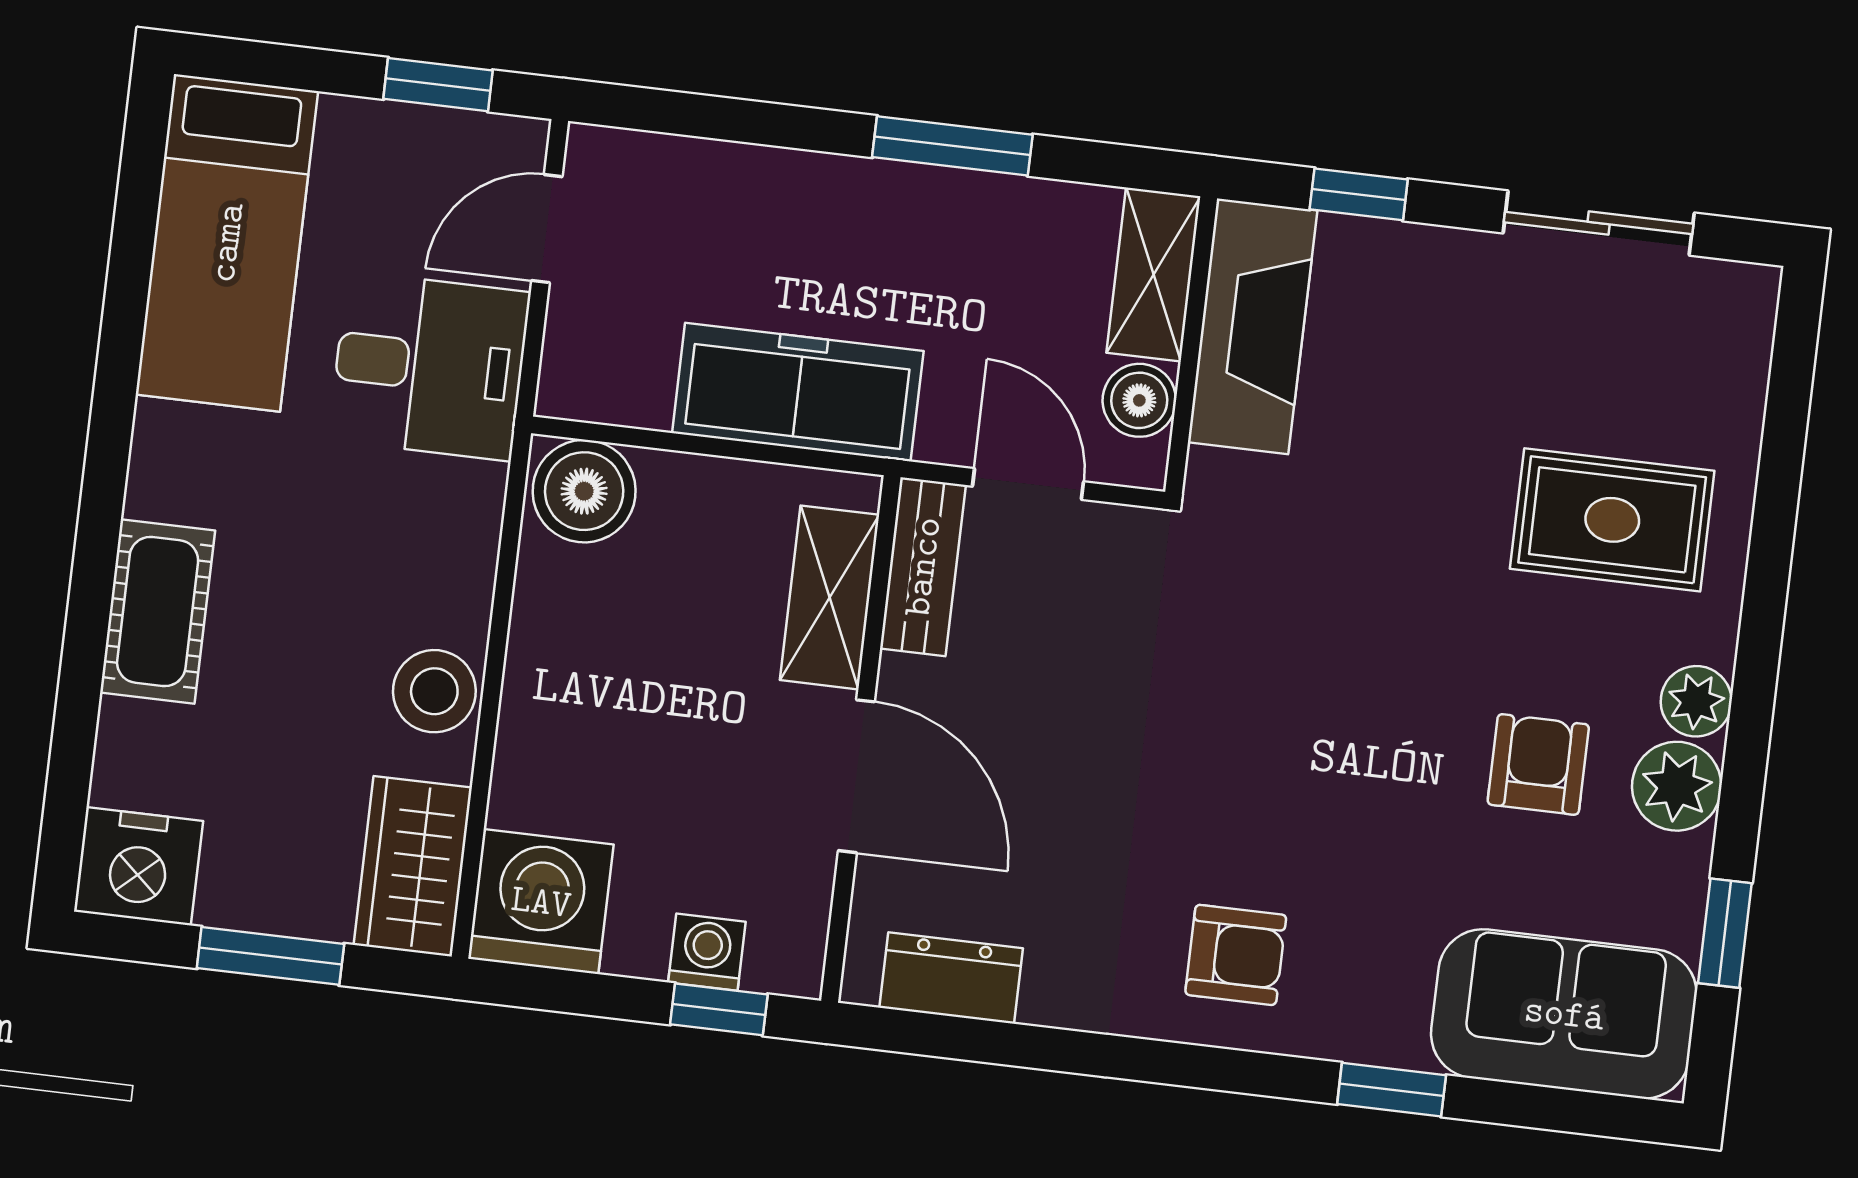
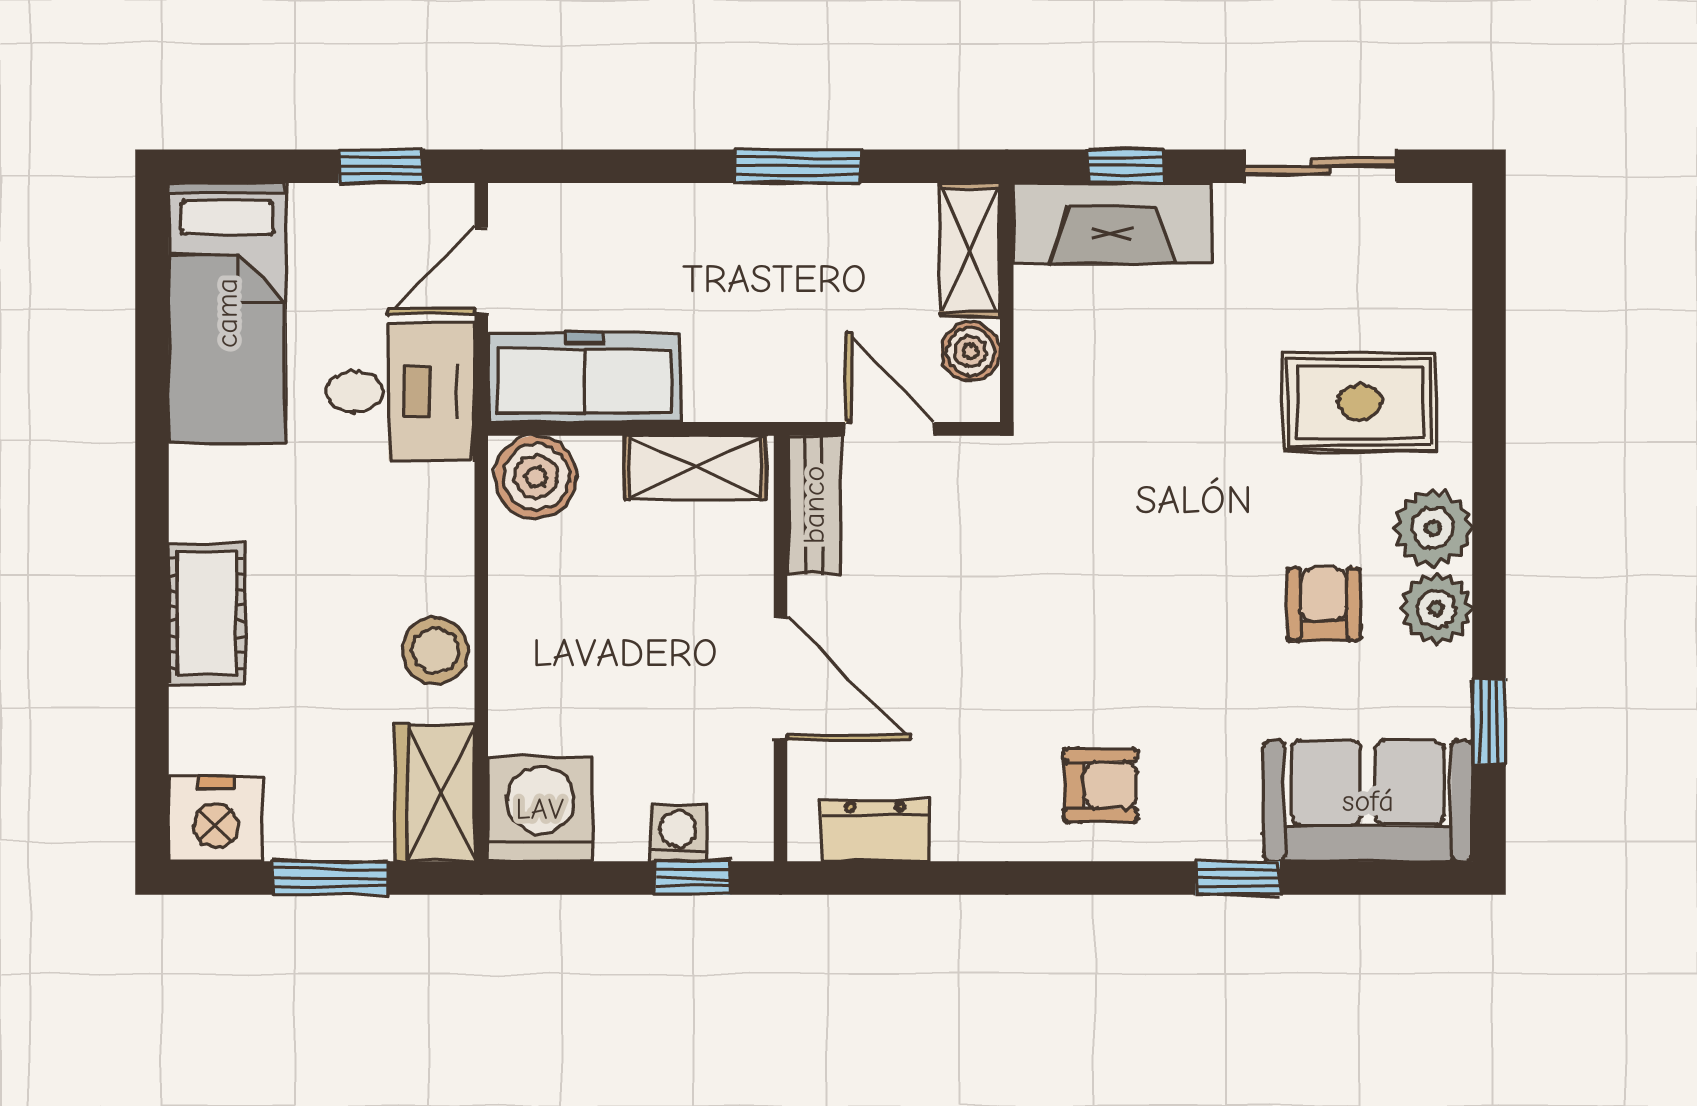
fireplace: (1253, 326) -> (1112, 223), moved, turned 90
freezer: (798, 392) -> (584, 377), moved
shelving: (830, 597) -> (695, 467), moved, turned 90
plant: (1696, 701) -> (1433, 528), width x1.38, depth x1.38

